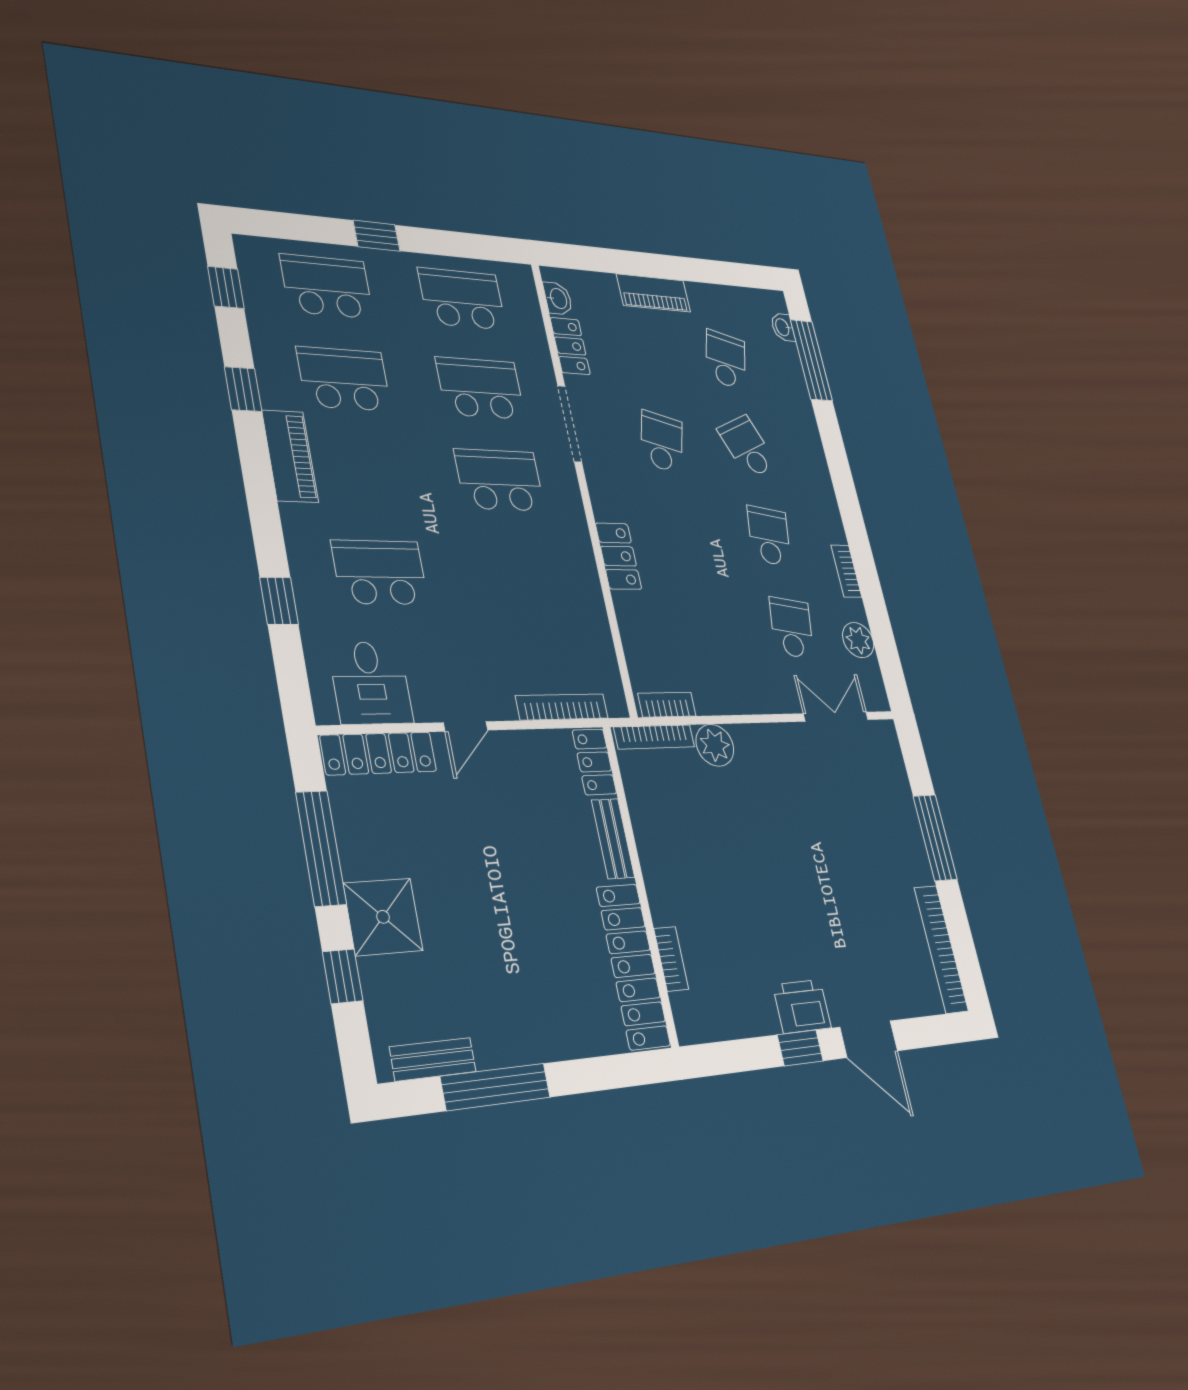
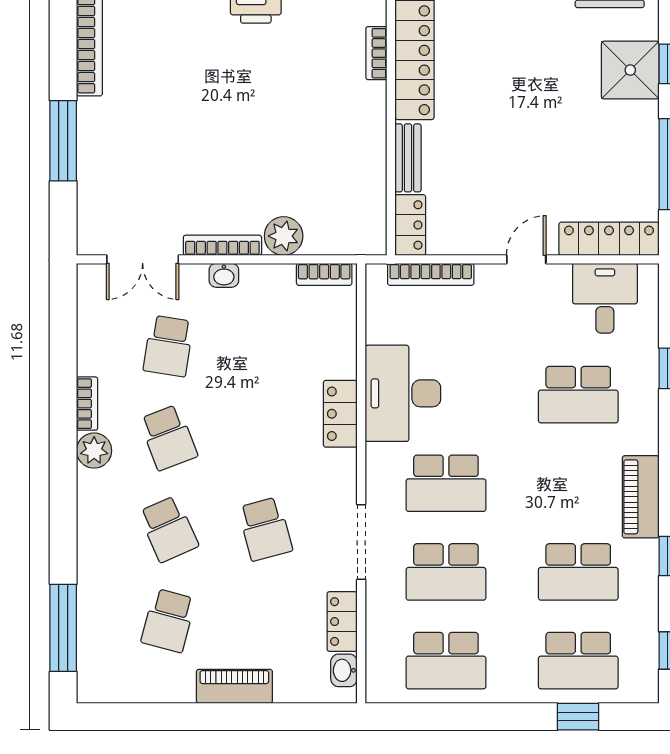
window: (376, 236) -> (578, 717), moved
washbasin: (783, 327) -> (224, 275), moved, turned 90
school desk: (662, 442) -> (265, 529), turned -30
school desk: (769, 536) -> (168, 438), turned -30
desk: (562, 577) -> (403, 393), added
plant: (858, 640) -> (94, 451), moved
bookcase: (654, 737) -> (222, 245), moved
shower: (383, 917) -> (630, 70), moved

